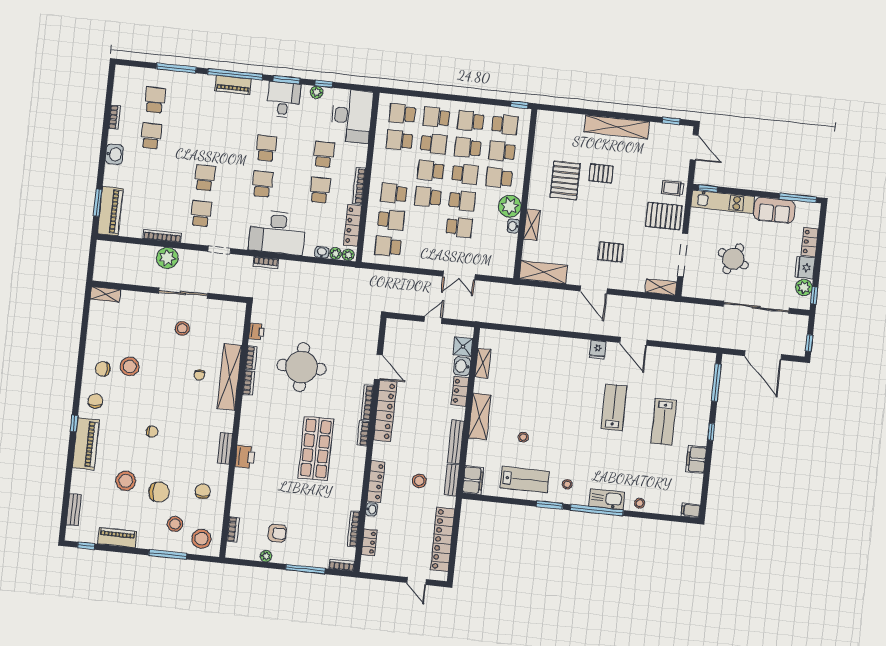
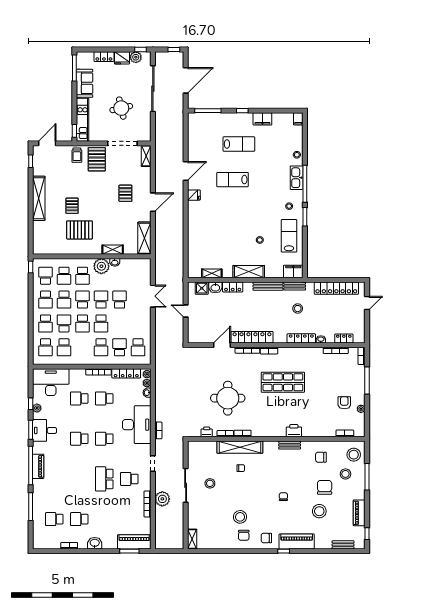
school desk: (205, 178) -> (104, 479), width x1.85
round table: (733, 259) -> (121, 108), turned -37

